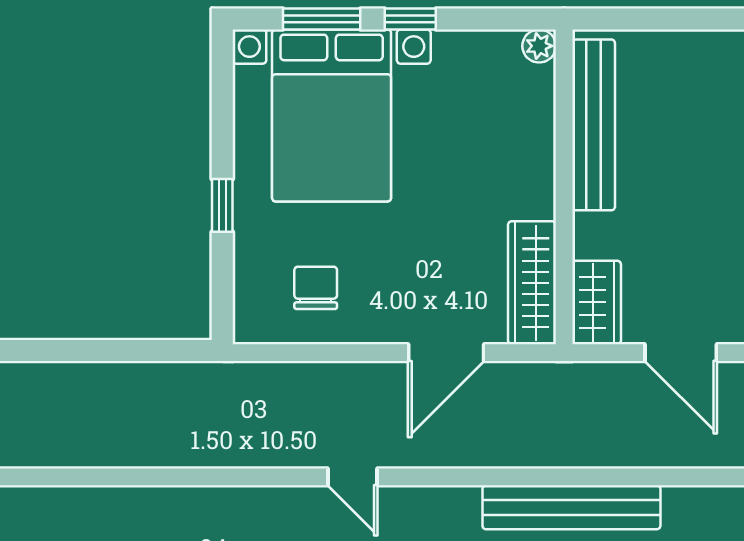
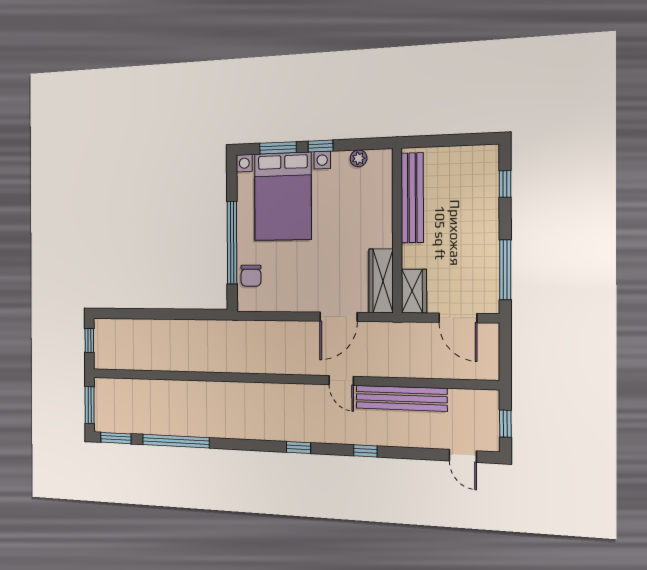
plant: (539, 46) -> (359, 158), moved
window: (222, 205) -> (232, 243), width x3.17
chair: (316, 288) -> (251, 276), moved, turned 180
door: (353, 477) -> (341, 381), moved

